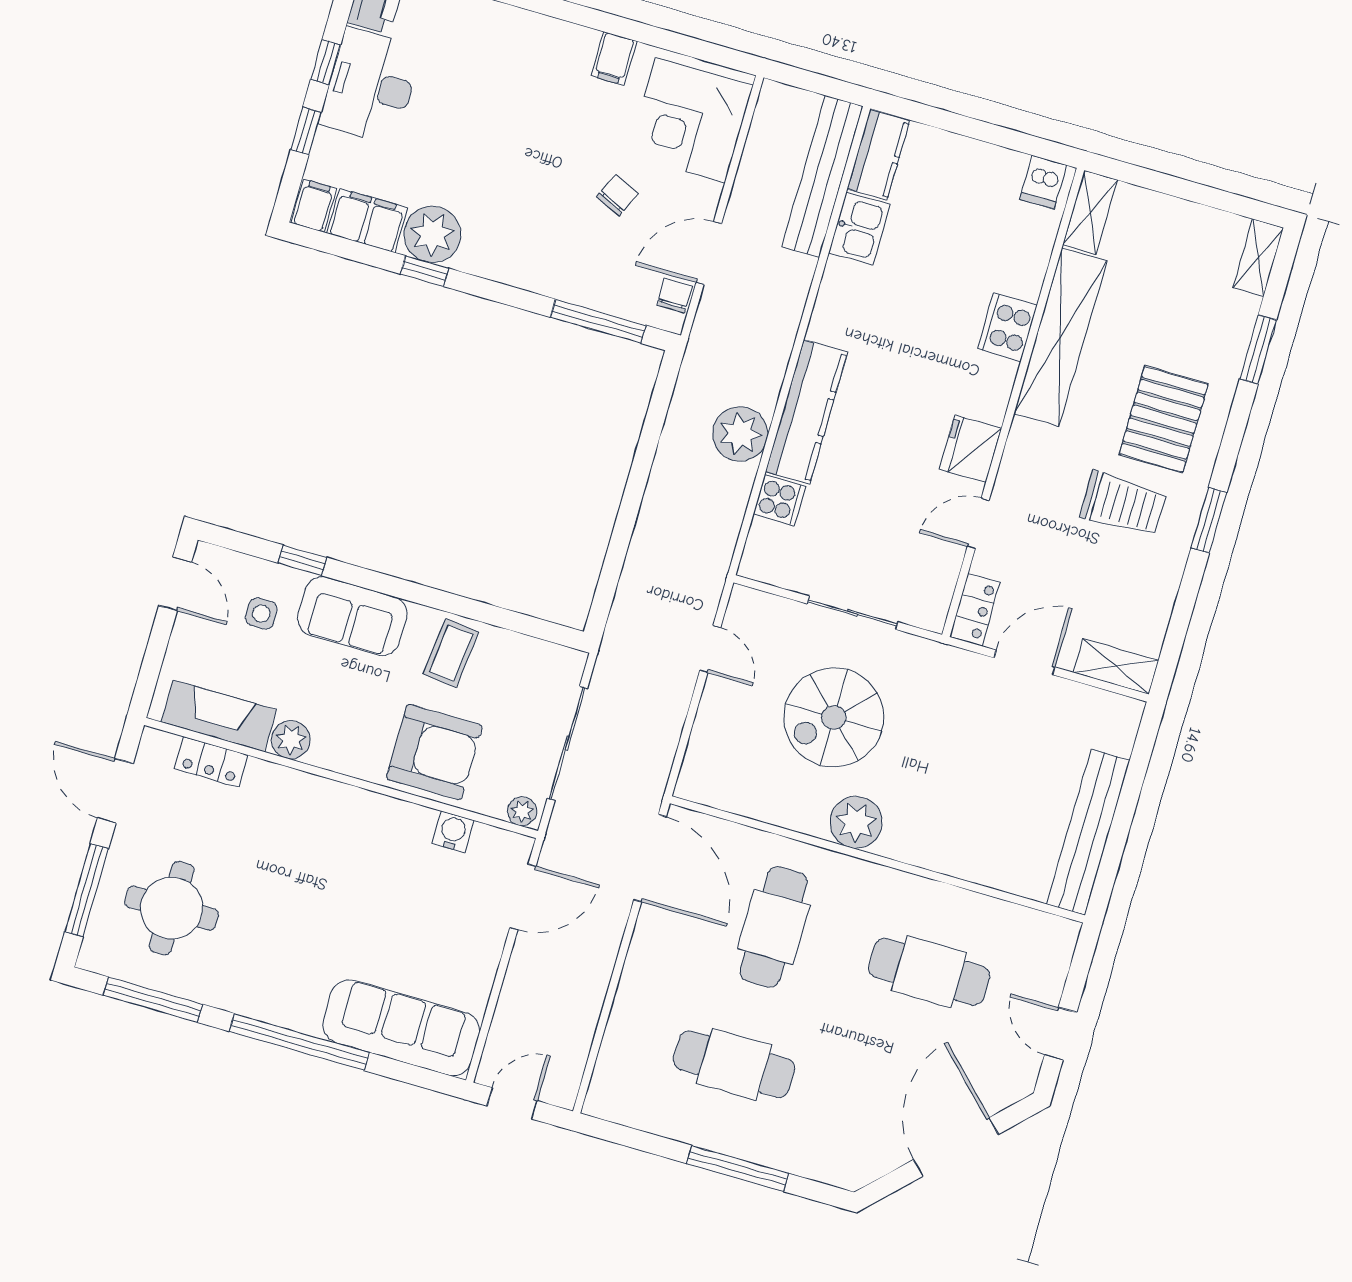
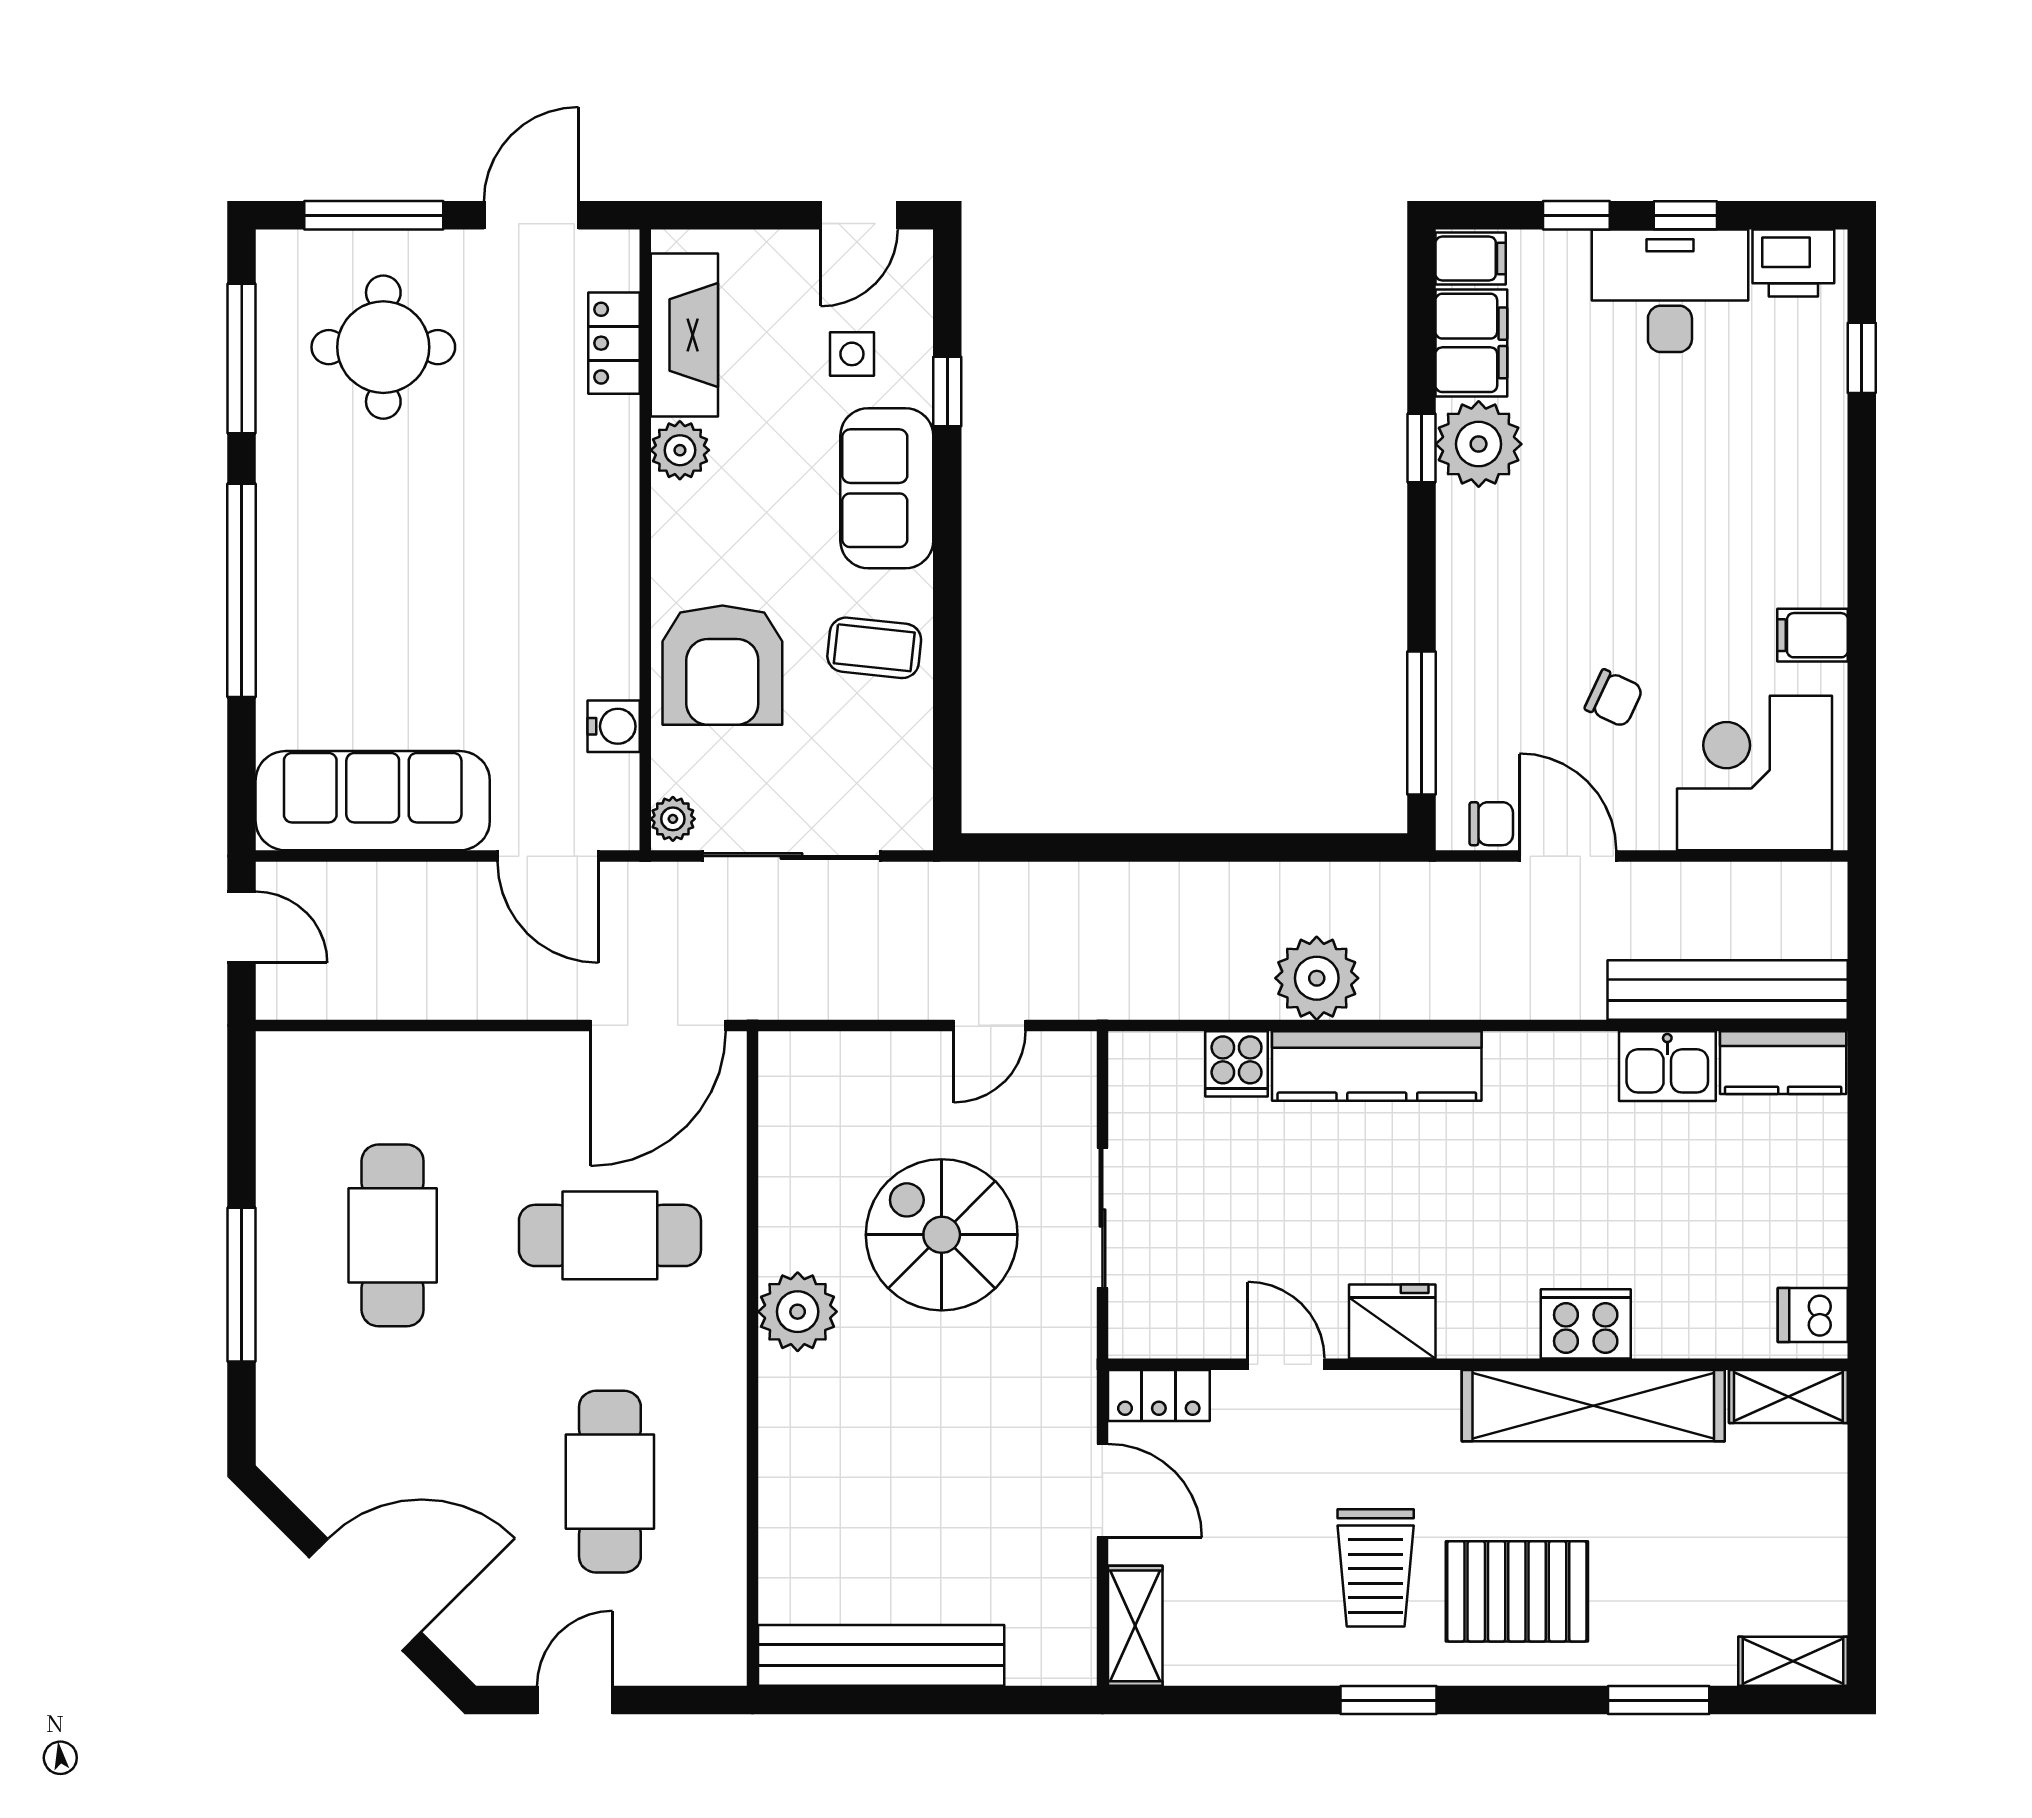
sofa: (401, 1028) -> (373, 801), moved, turned -90

